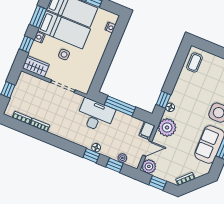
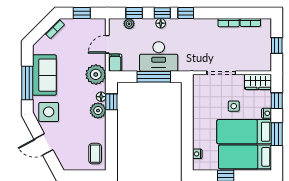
desk: (96, 115) -> (159, 56), moved
window: (72, 148) -> (186, 13), added
plant: (149, 166) -> (98, 111), moved

